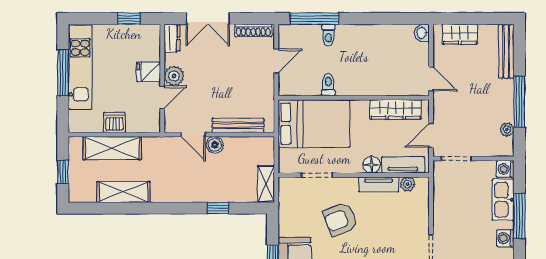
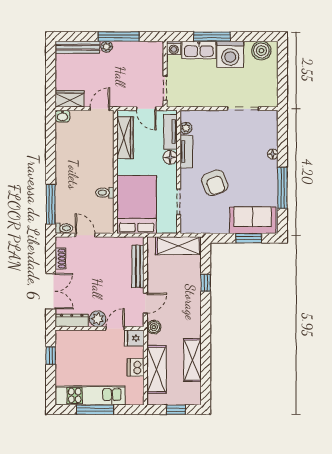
shoe rack: (253, 30) -> (60, 259), width x0.70
wardrobe: (460, 34) -> (70, 99), moved, turned -90
toilet: (328, 35) -> (64, 228), moved
dresser: (172, 38) -> (72, 320), width x1.44
fridge: (149, 72) -> (134, 338), moved, turned 90
door: (162, 97) -> (115, 328), hinge flipped
plant: (507, 129) -> (107, 47), moved
boiler: (215, 145) -> (154, 327), moved
shelving: (266, 184) -> (178, 246), width x1.50, depth x1.33
washing machine: (505, 238) -> (230, 54), width x1.89, depth x1.89

